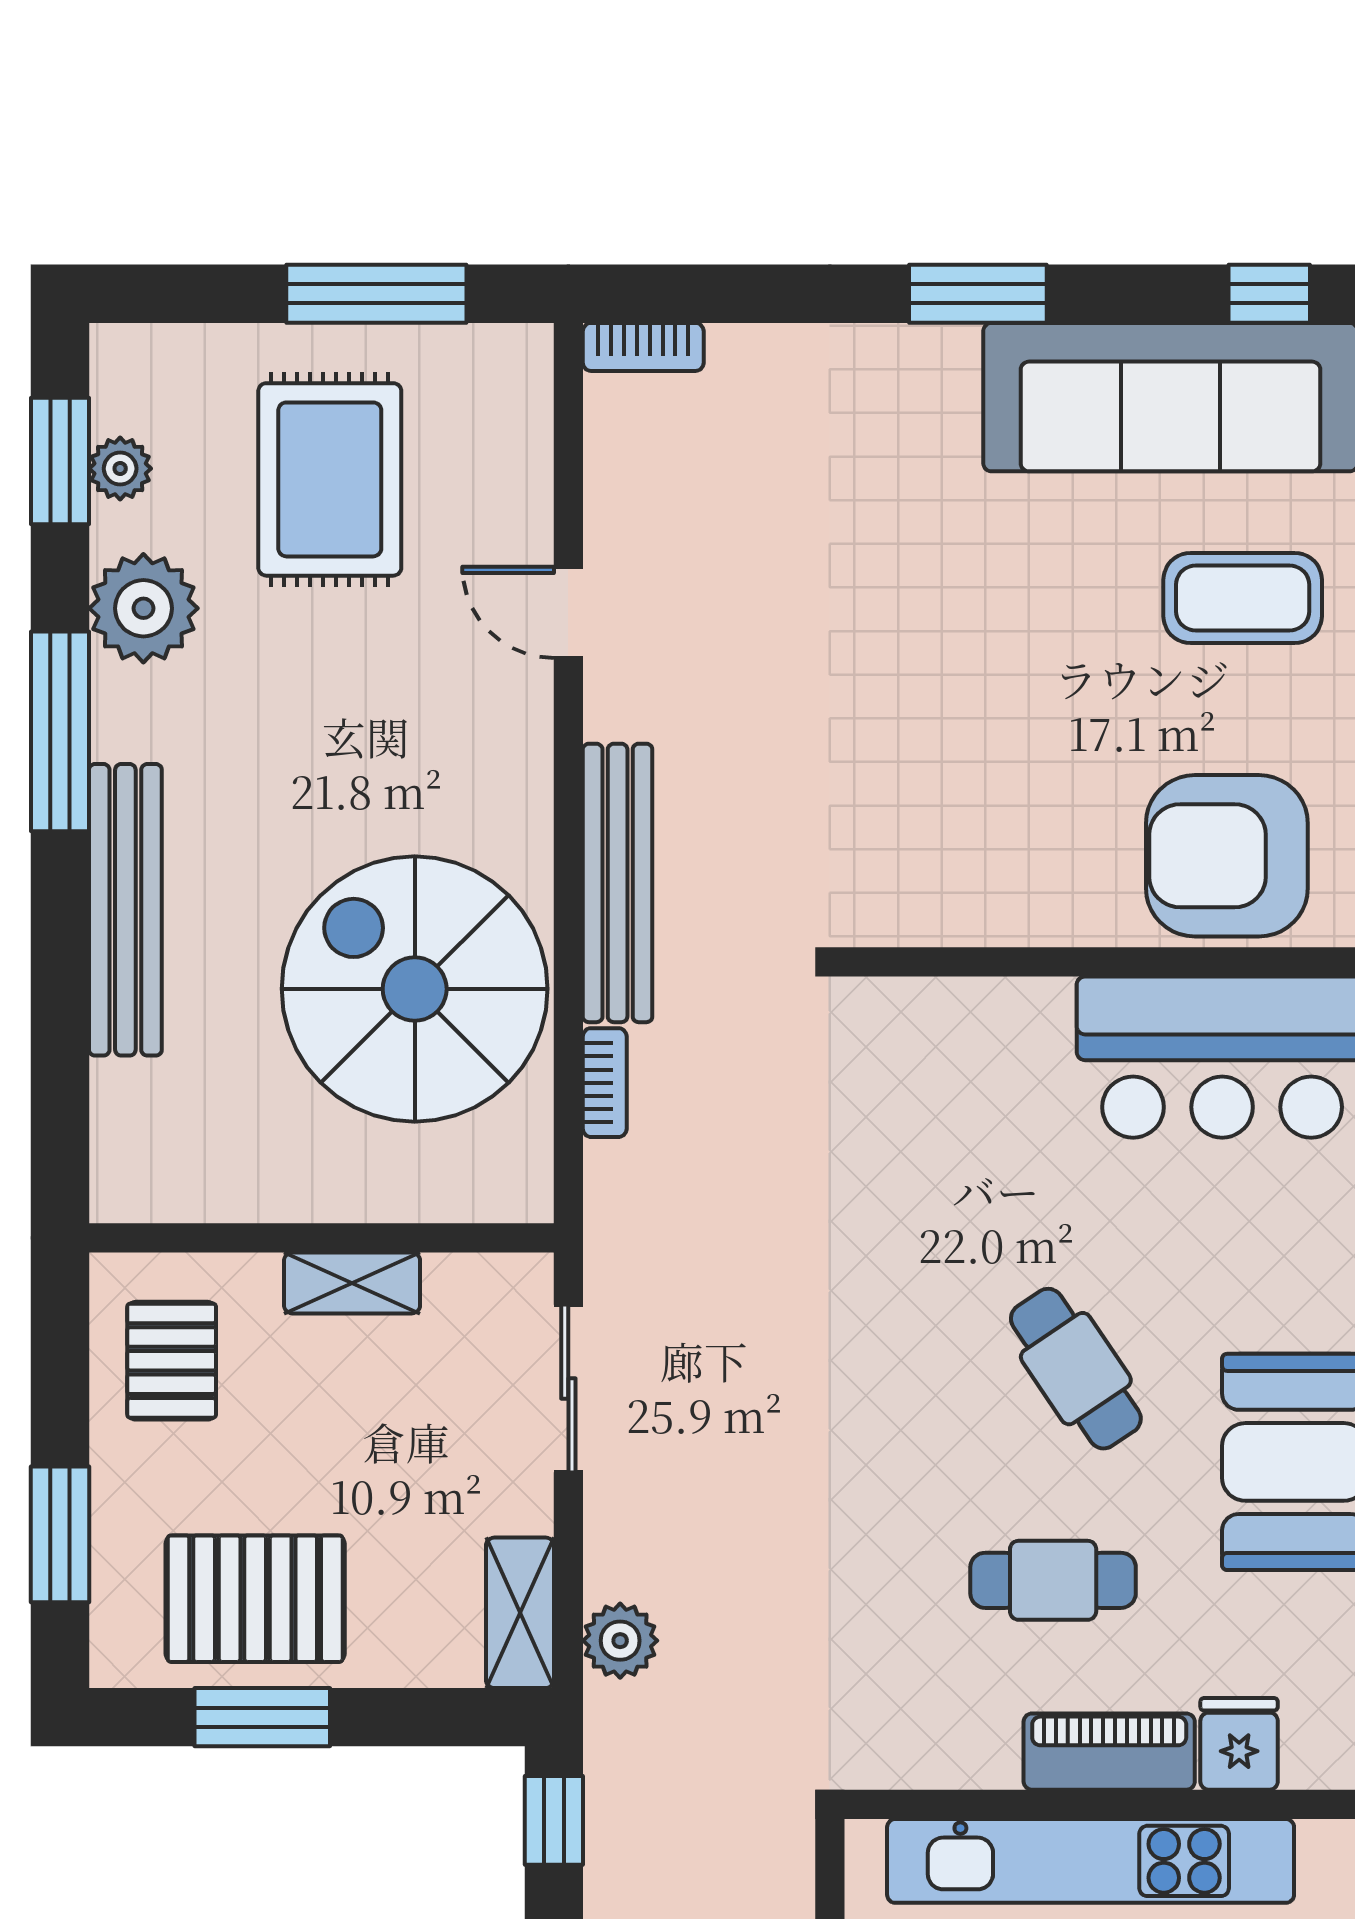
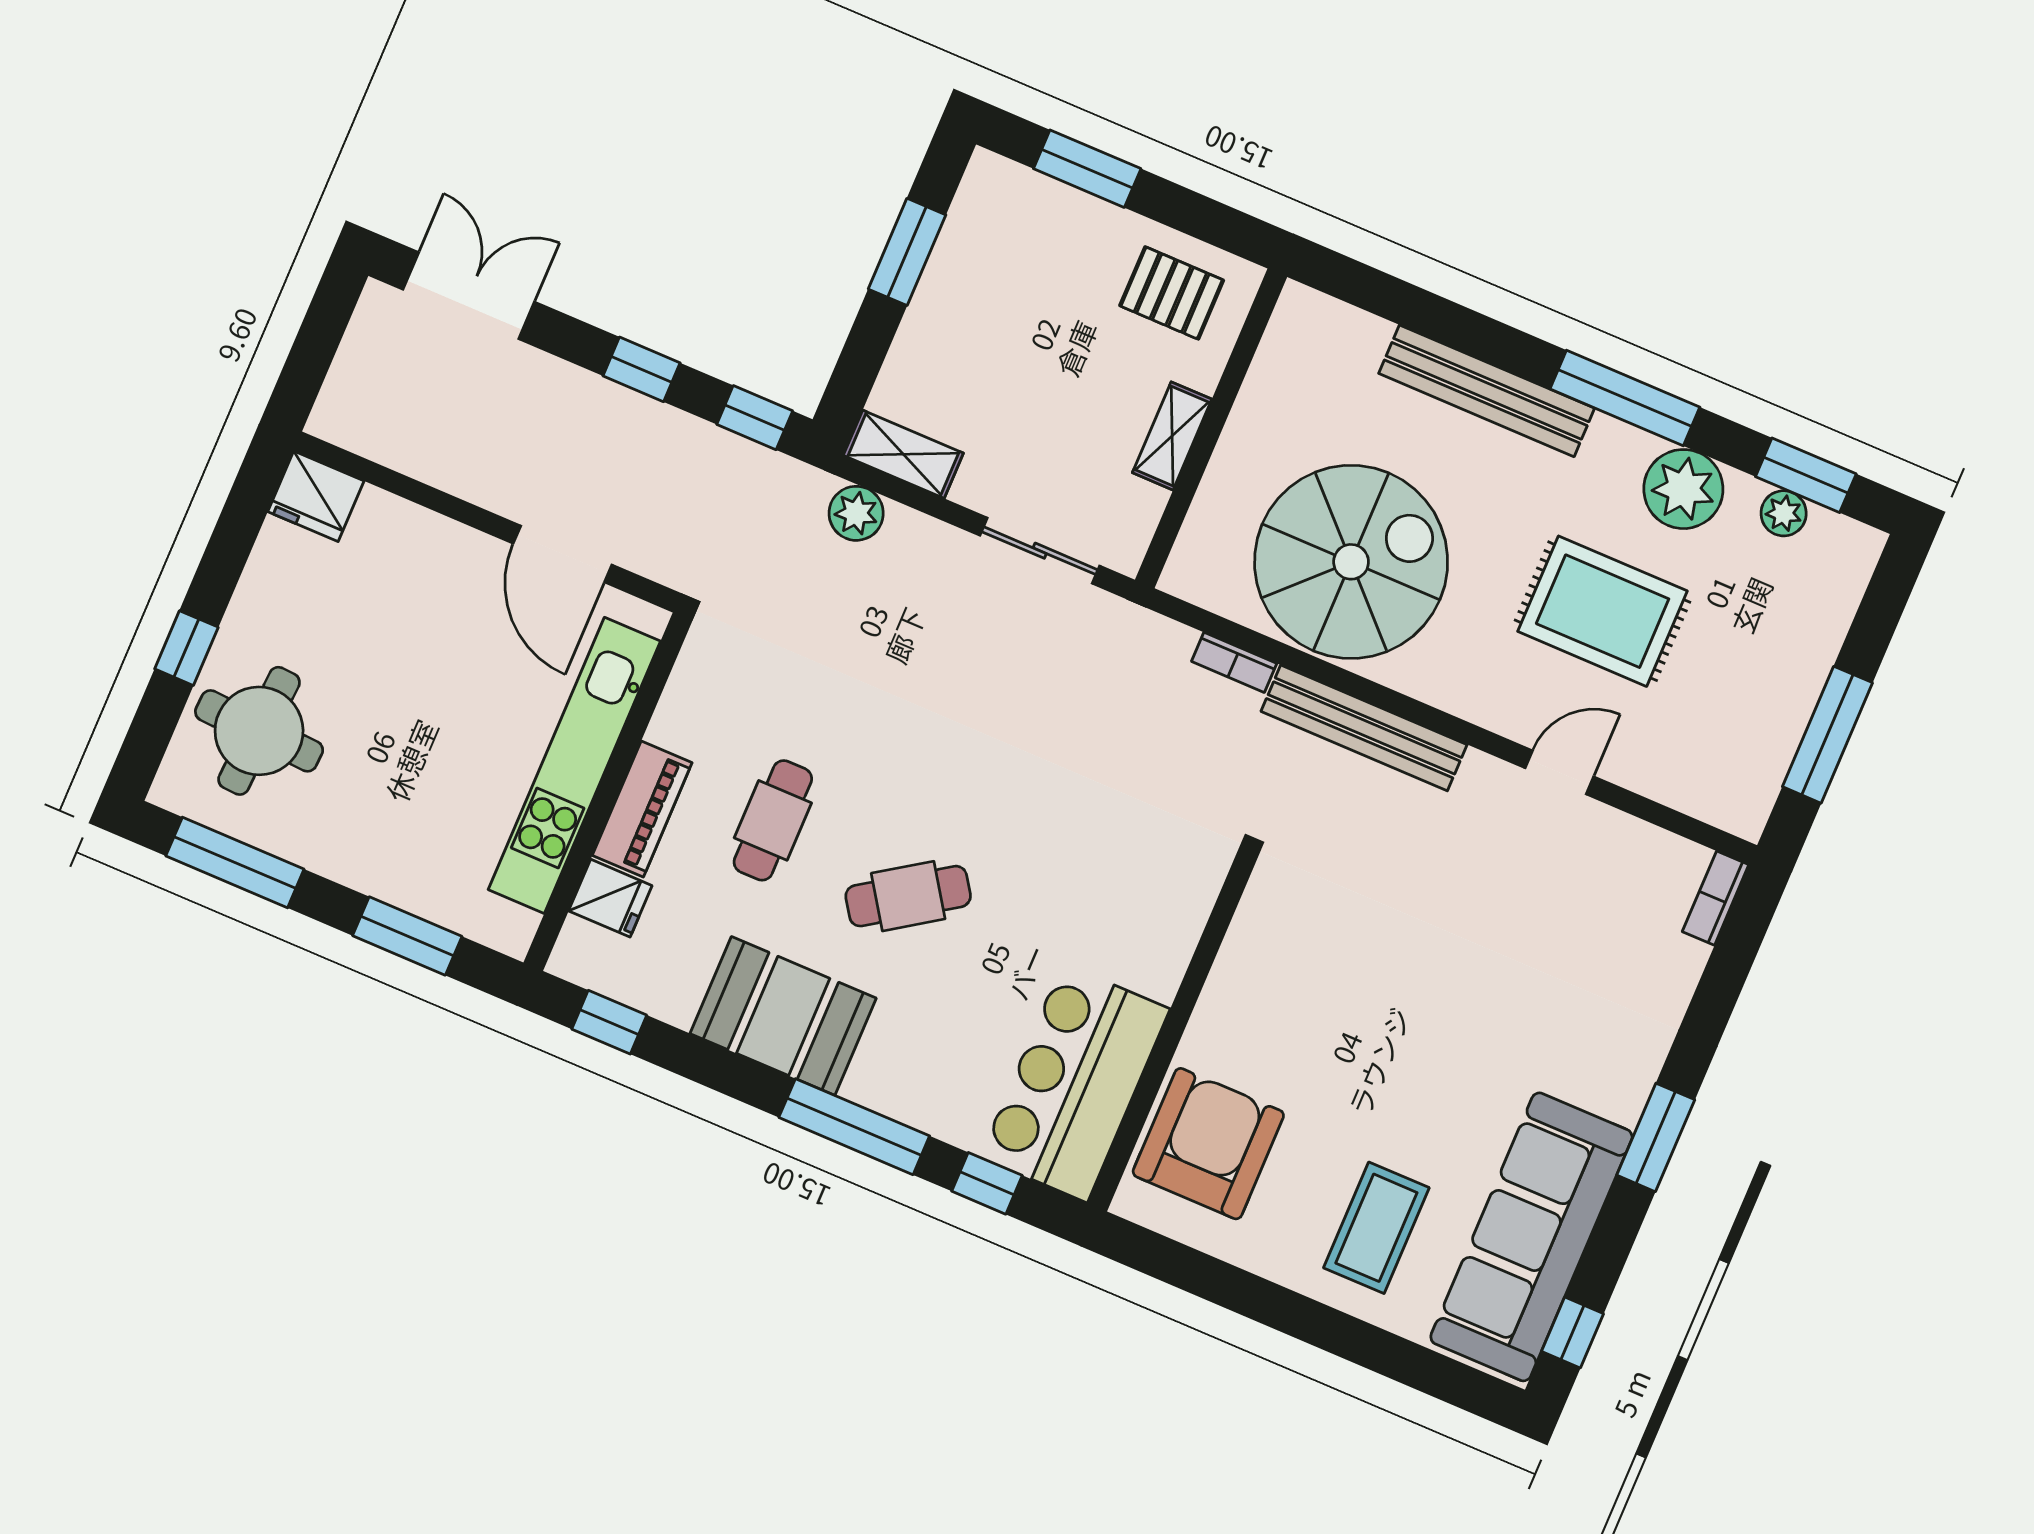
rug: (330, 479) -> (1603, 611), moved
pallet: (255, 1599) -> (988, 281), removed

